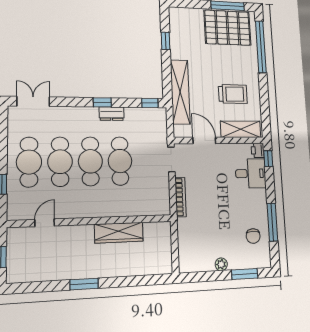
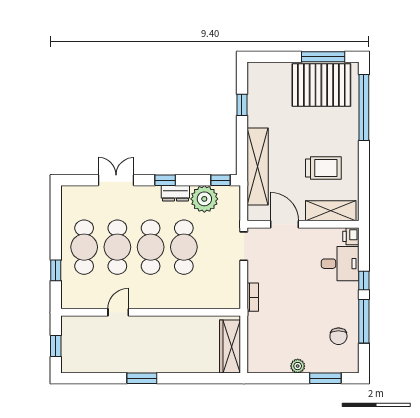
double door: (33, 101) -> (116, 180), moved
plant: (137, 119) -> (204, 199), added
window: (268, 159) -> (364, 281), moved
bookcase: (181, 197) -> (253, 297), width x0.64
door: (45, 223) -> (118, 312), moved
wardrobe: (119, 233) -> (230, 347), moved, turned 90

